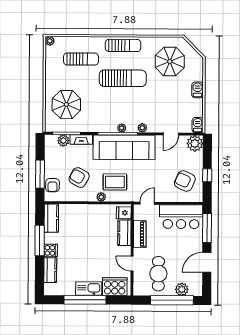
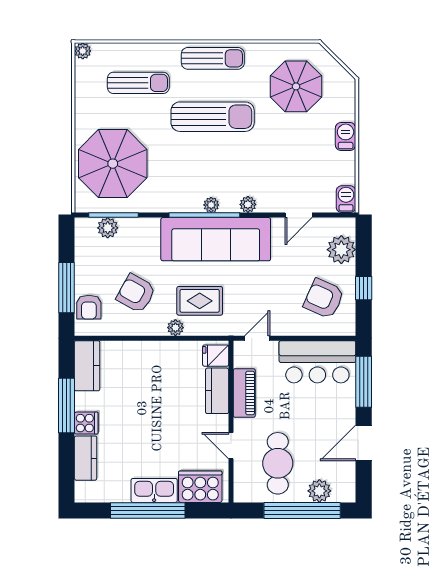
parasol: (66, 104) -> (113, 164), width x1.36, depth x1.36
fireplace: (81, 140) -> (140, 226), removed
plant: (195, 143) -> (341, 250), moved

